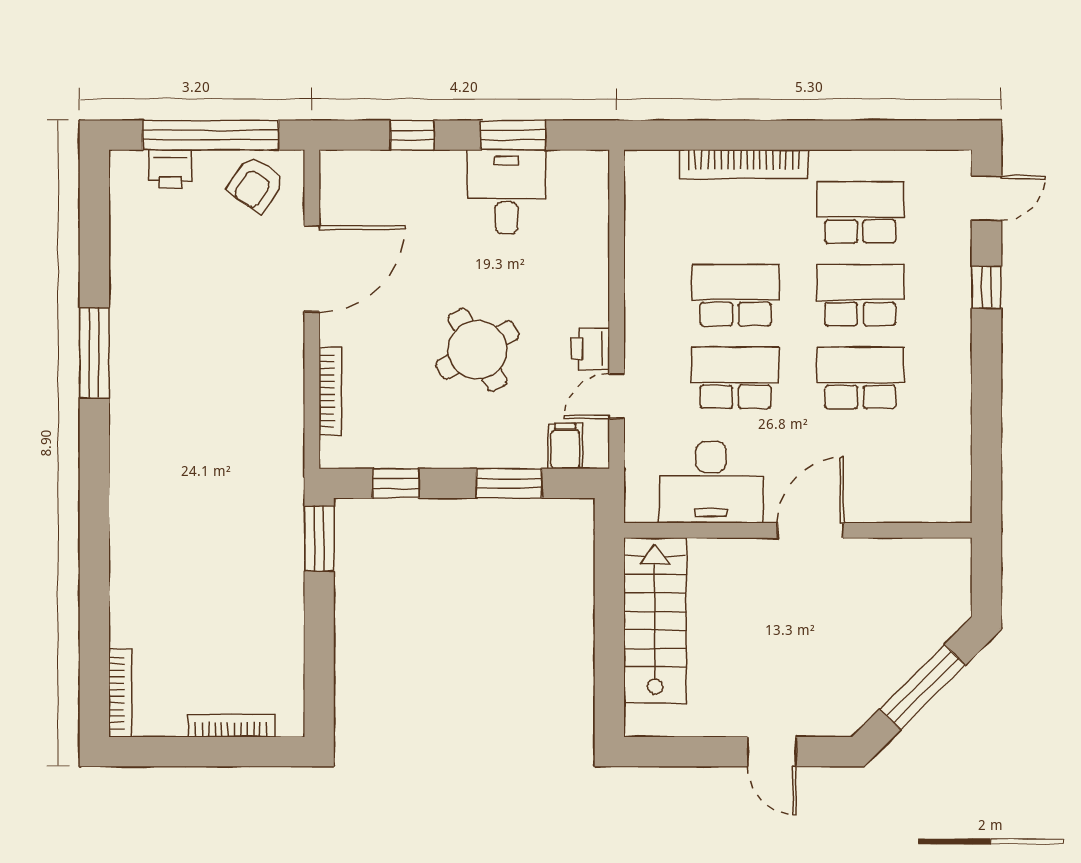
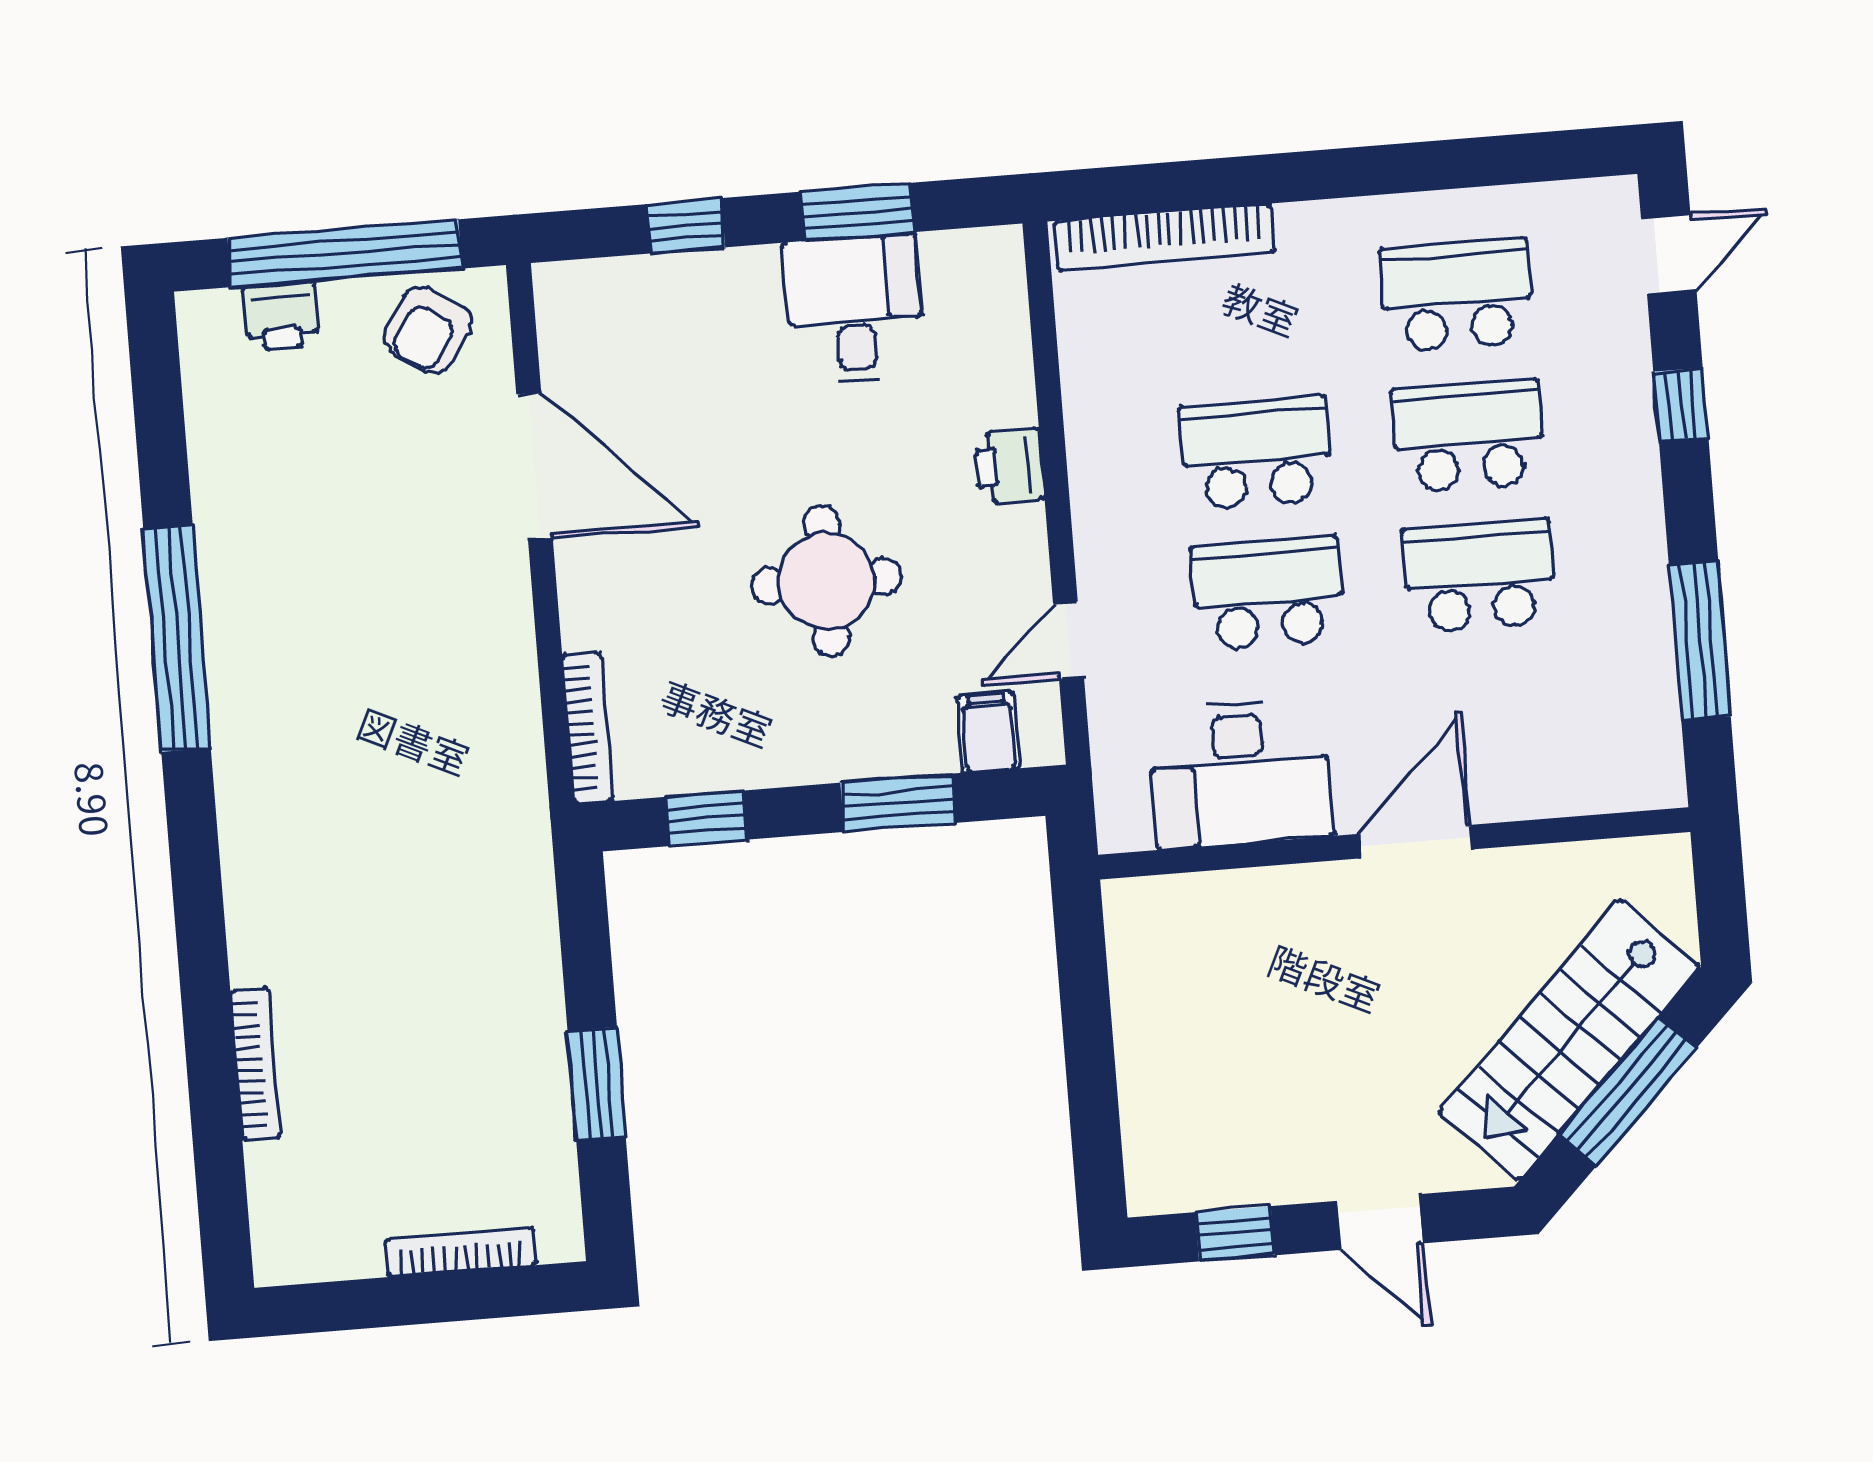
bookcase: (744, 164) -> (1165, 237), moved
door: (312, 269) -> (535, 466), hinge flipped
printer: (590, 349) -> (1009, 466), moved
round table: (477, 350) -> (826, 581), turned 30
window: (94, 353) -> (177, 638), width x1.46
bookcase: (330, 391) -> (587, 728), moved
window: (987, 426) -> (1700, 640), added
window: (319, 538) -> (597, 1084), moved
stairs: (655, 620) -> (1569, 1040), moved, turned -135
bookcase: (120, 693) -> (255, 1064), moved
window: (686, 752) -> (1235, 1234), added

